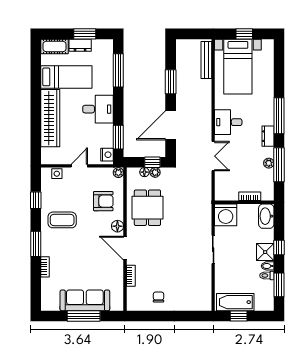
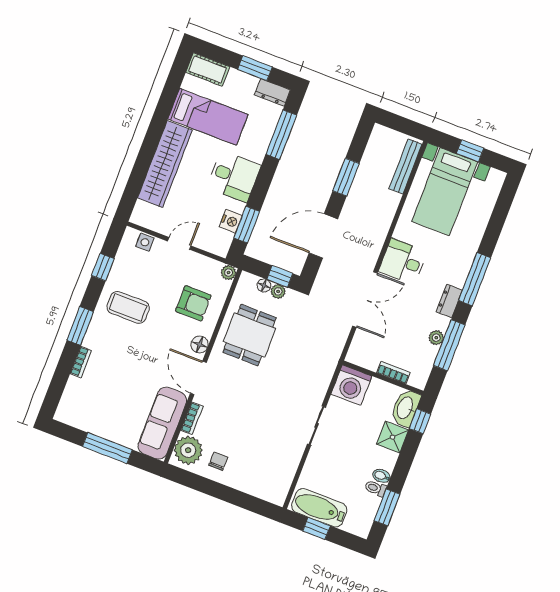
dresser: (80, 45) -> (272, 92), moved
nightstand: (107, 155) -> (231, 221), moved
double door: (213, 156) -> (365, 299), width x1.37
window: (279, 247) -> (420, 421), moved
shower: (265, 252) -> (393, 437), moved
plant: (136, 297) -> (188, 450), added
sofa: (85, 300) -> (162, 423), moved, turned -90

